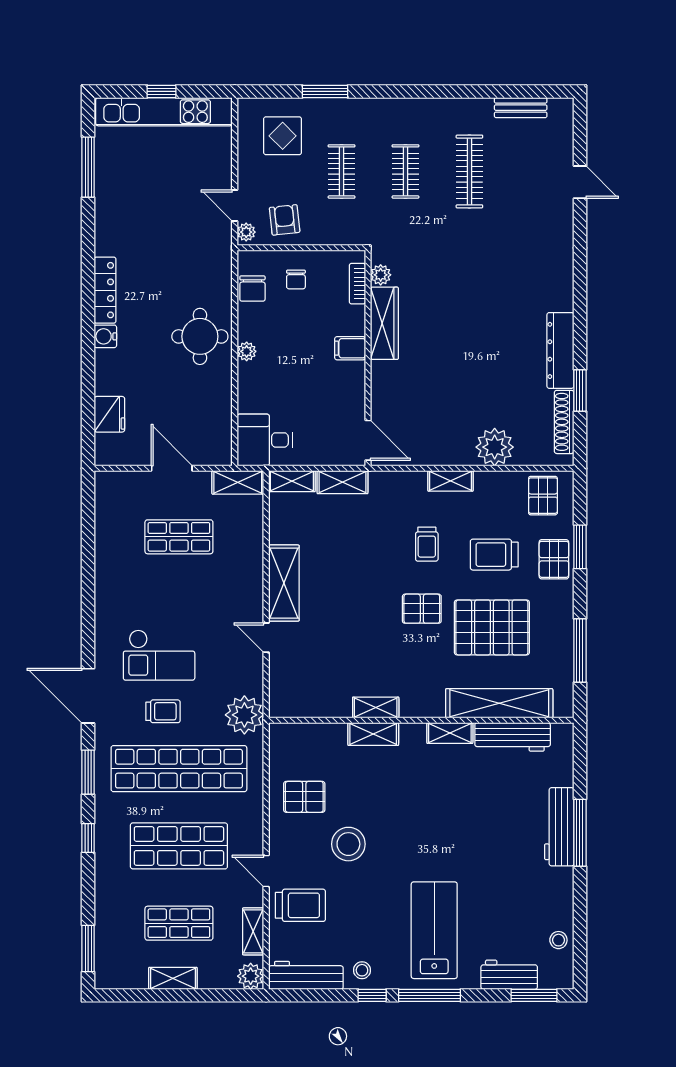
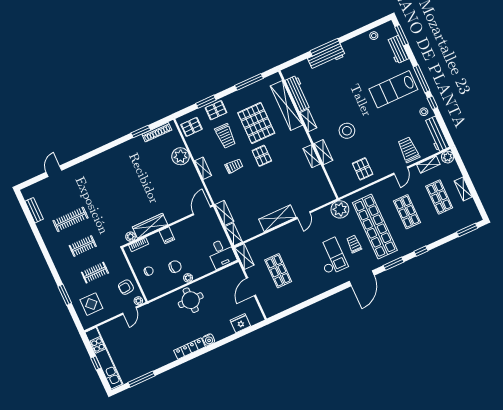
chair: (252, 289) -> (175, 267), moved
dresser: (560, 350) -> (128, 147), removed
stool: (348, 844) -> (347, 131), moved
shop shelf: (179, 846) -> (407, 212), width x0.70, depth x0.74

